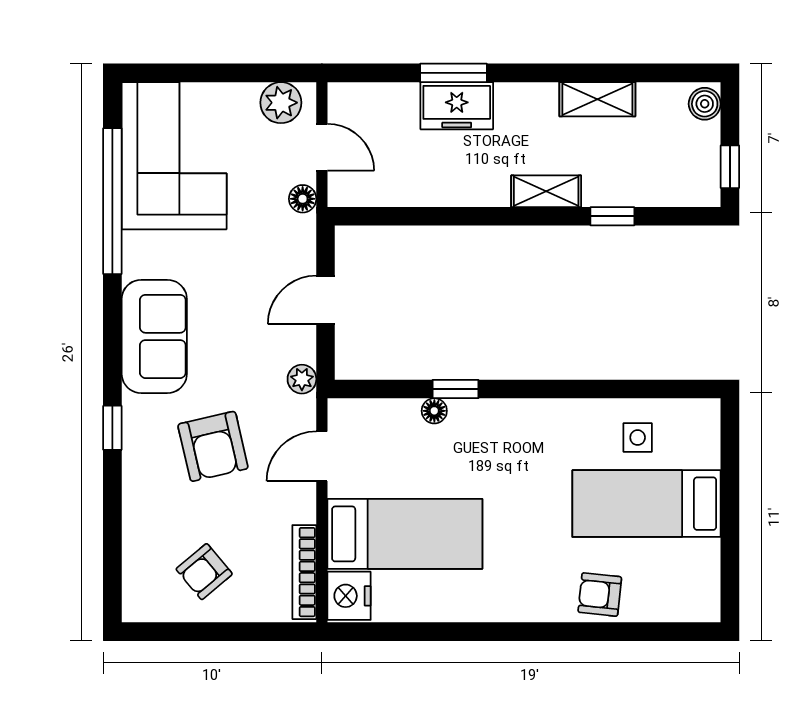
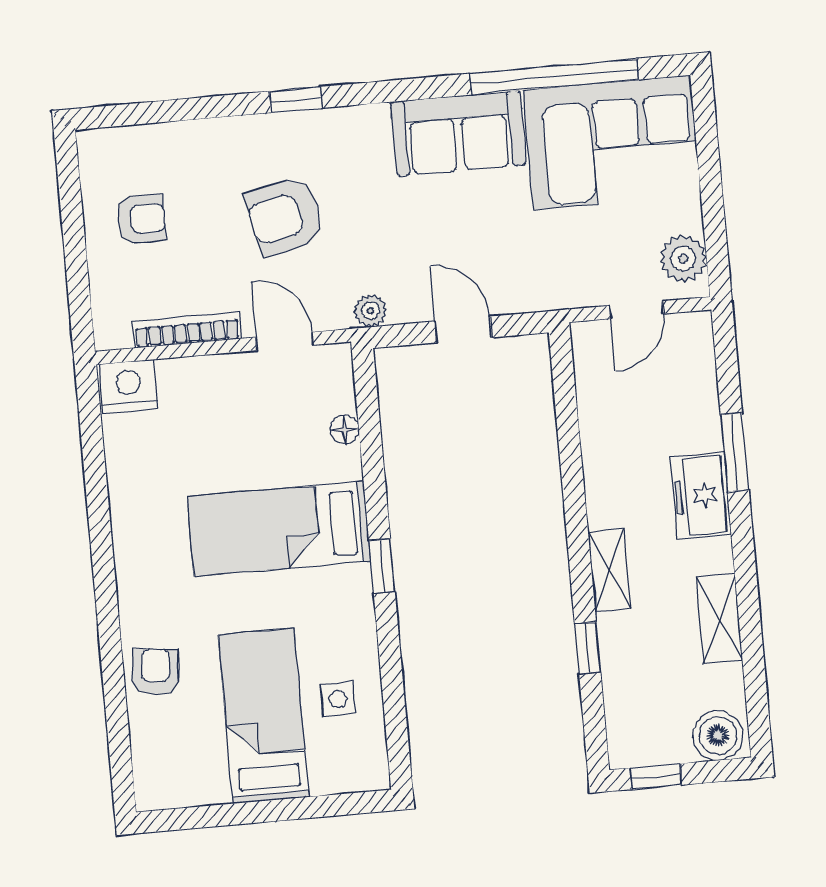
boiler: (705, 104) -> (718, 735), width x1.36, depth x1.36
freezer: (457, 106) -> (701, 496), moved
floor lamp: (303, 199) -> (576, 293), removed
sofa: (154, 336) -> (458, 133), moved
window: (456, 389) -> (382, 566), moved
floor lamp: (434, 411) -> (345, 430), moved
bed: (405, 534) -> (279, 529), moved, turned 90
armchair: (204, 572) -> (141, 219), turned 130
bookcase: (304, 572) -> (187, 330), moved

